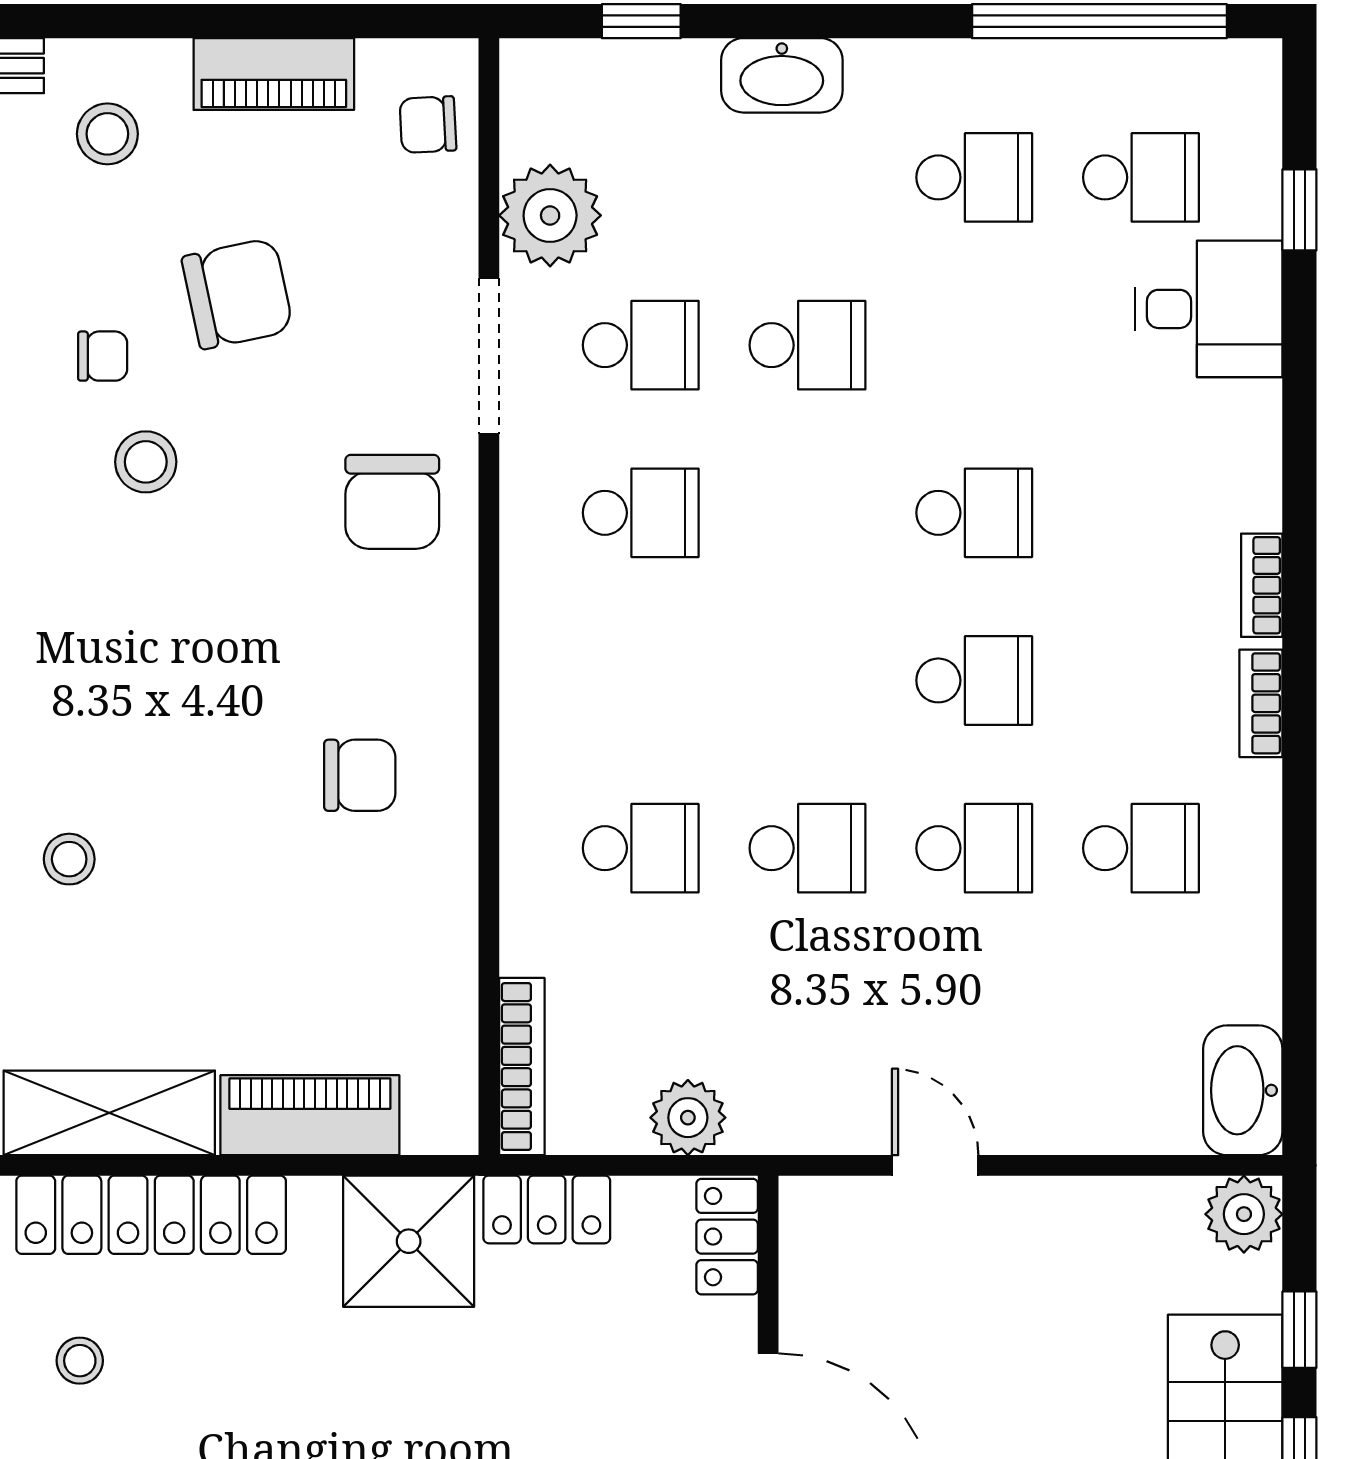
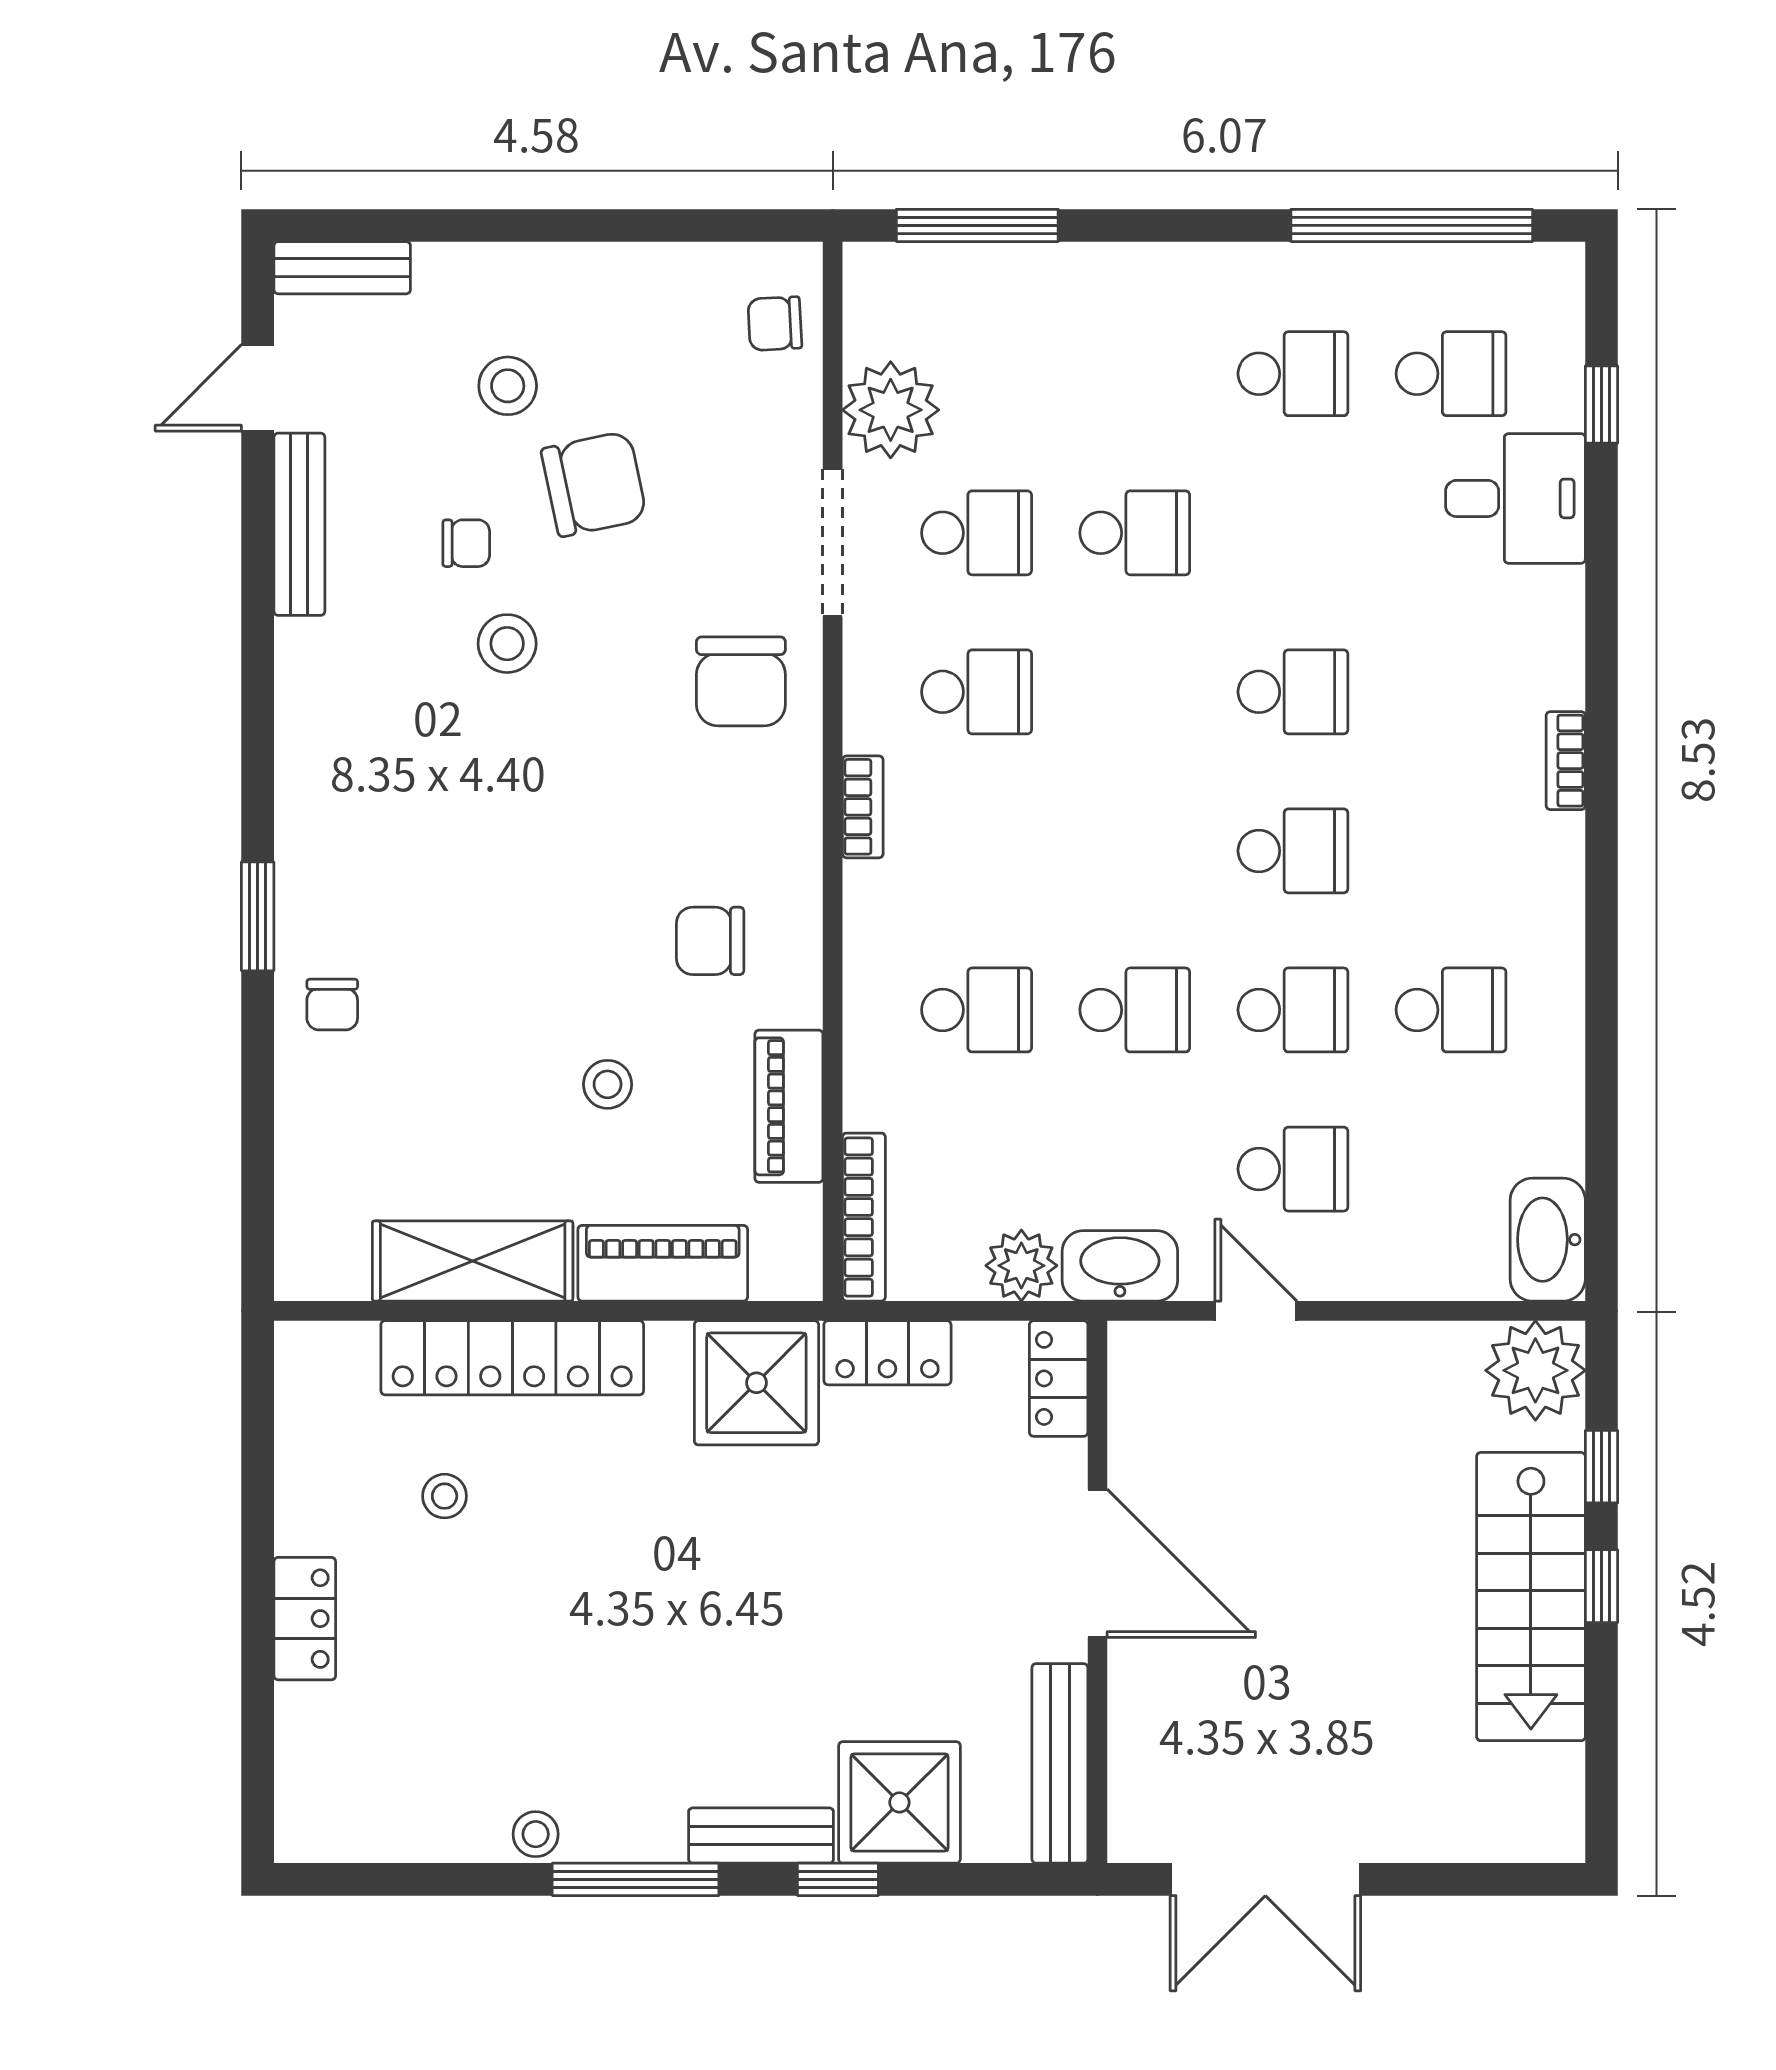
window: (641, 21) -> (977, 225), width x2.17
piano: (274, 74) -> (789, 1106), moved, turned 90
washbasin: (782, 75) -> (1120, 1266), moved, turned 180
stool: (107, 134) -> (508, 386), moved
bookcase: (1261, 703) -> (863, 807), moved, turned 180
chair: (360, 775) -> (710, 941), turned 180
stool: (69, 859) -> (608, 1084), moved
school desk: (974, 1016) -> (1293, 1169), added
plant: (1244, 1214) -> (1535, 1370), width x1.36, depth x1.36

